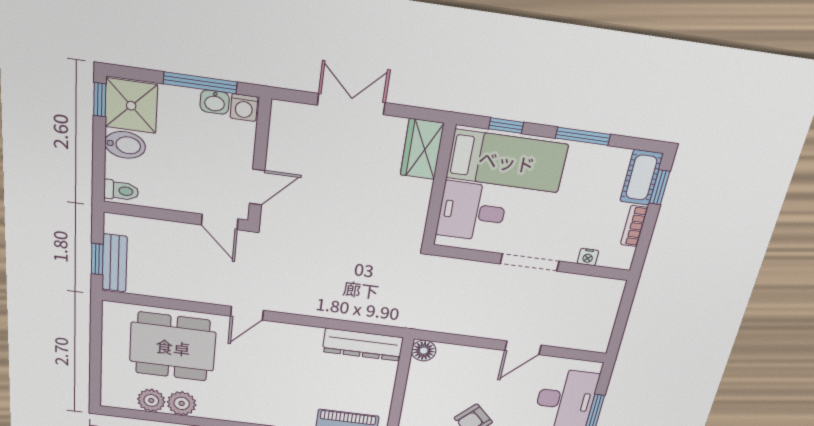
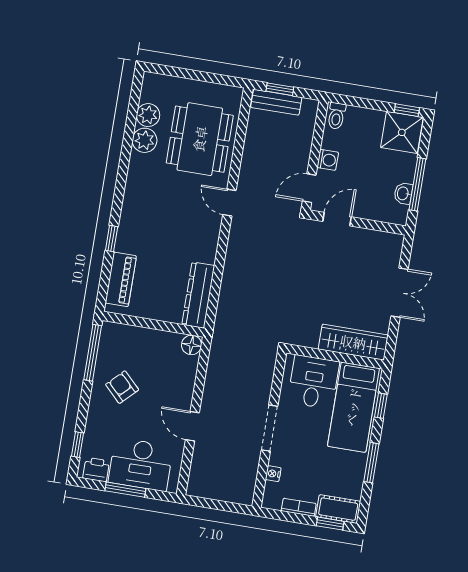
washing machine: (244, 108) -> (328, 160), moved, turned 180
bidet: (125, 145) -> (372, 124), removed
wardrobe: (422, 149) -> (353, 342), width x1.50
door: (257, 187) -> (337, 219), swing flipped

